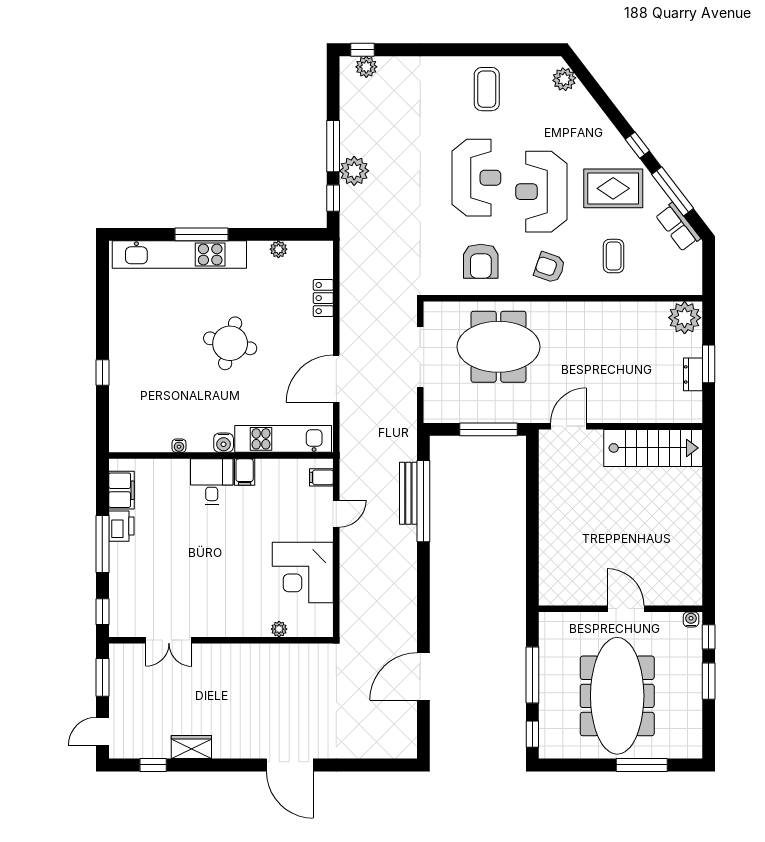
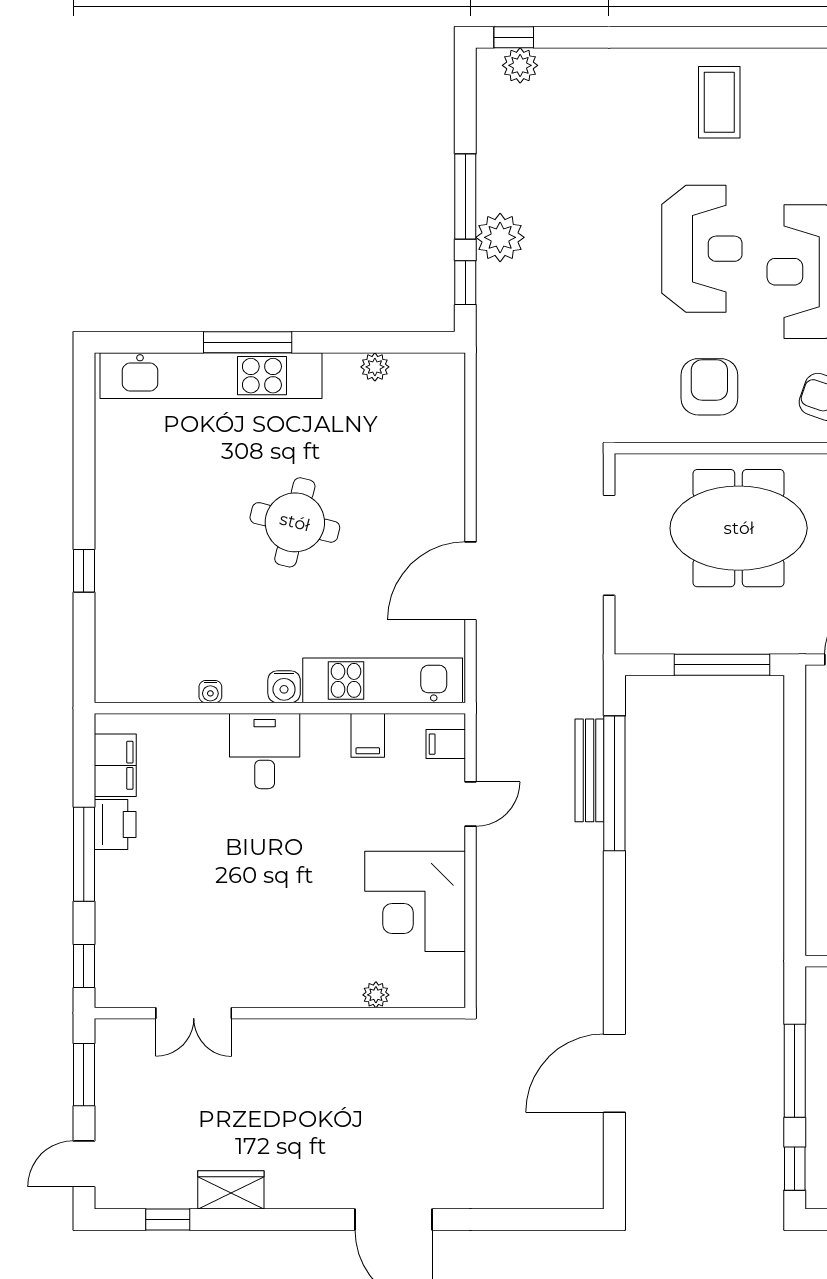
armchair: (481, 261) -> (709, 387), turned 180
locker: (323, 298) -> (449, 448), removed
filing cabinet: (245, 472) -> (368, 735), moved

